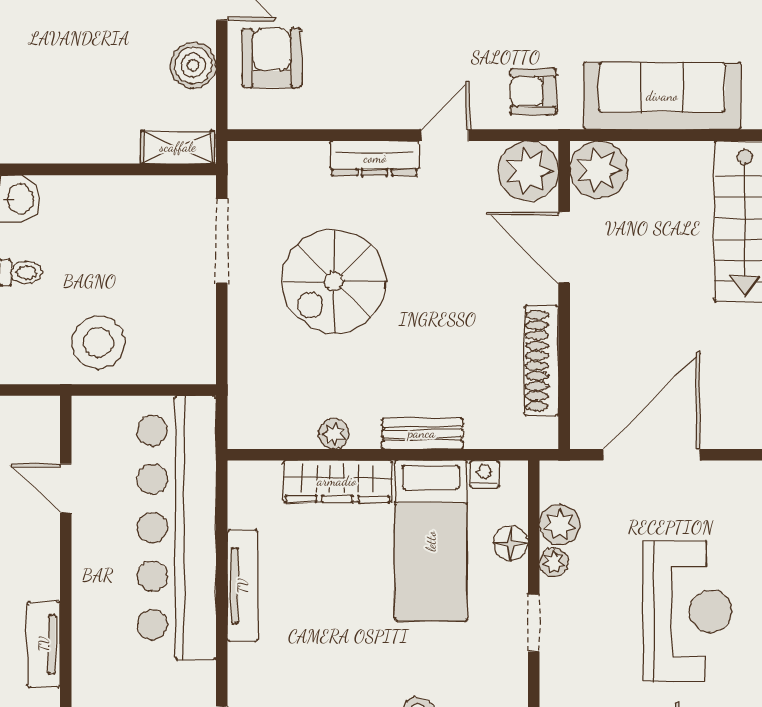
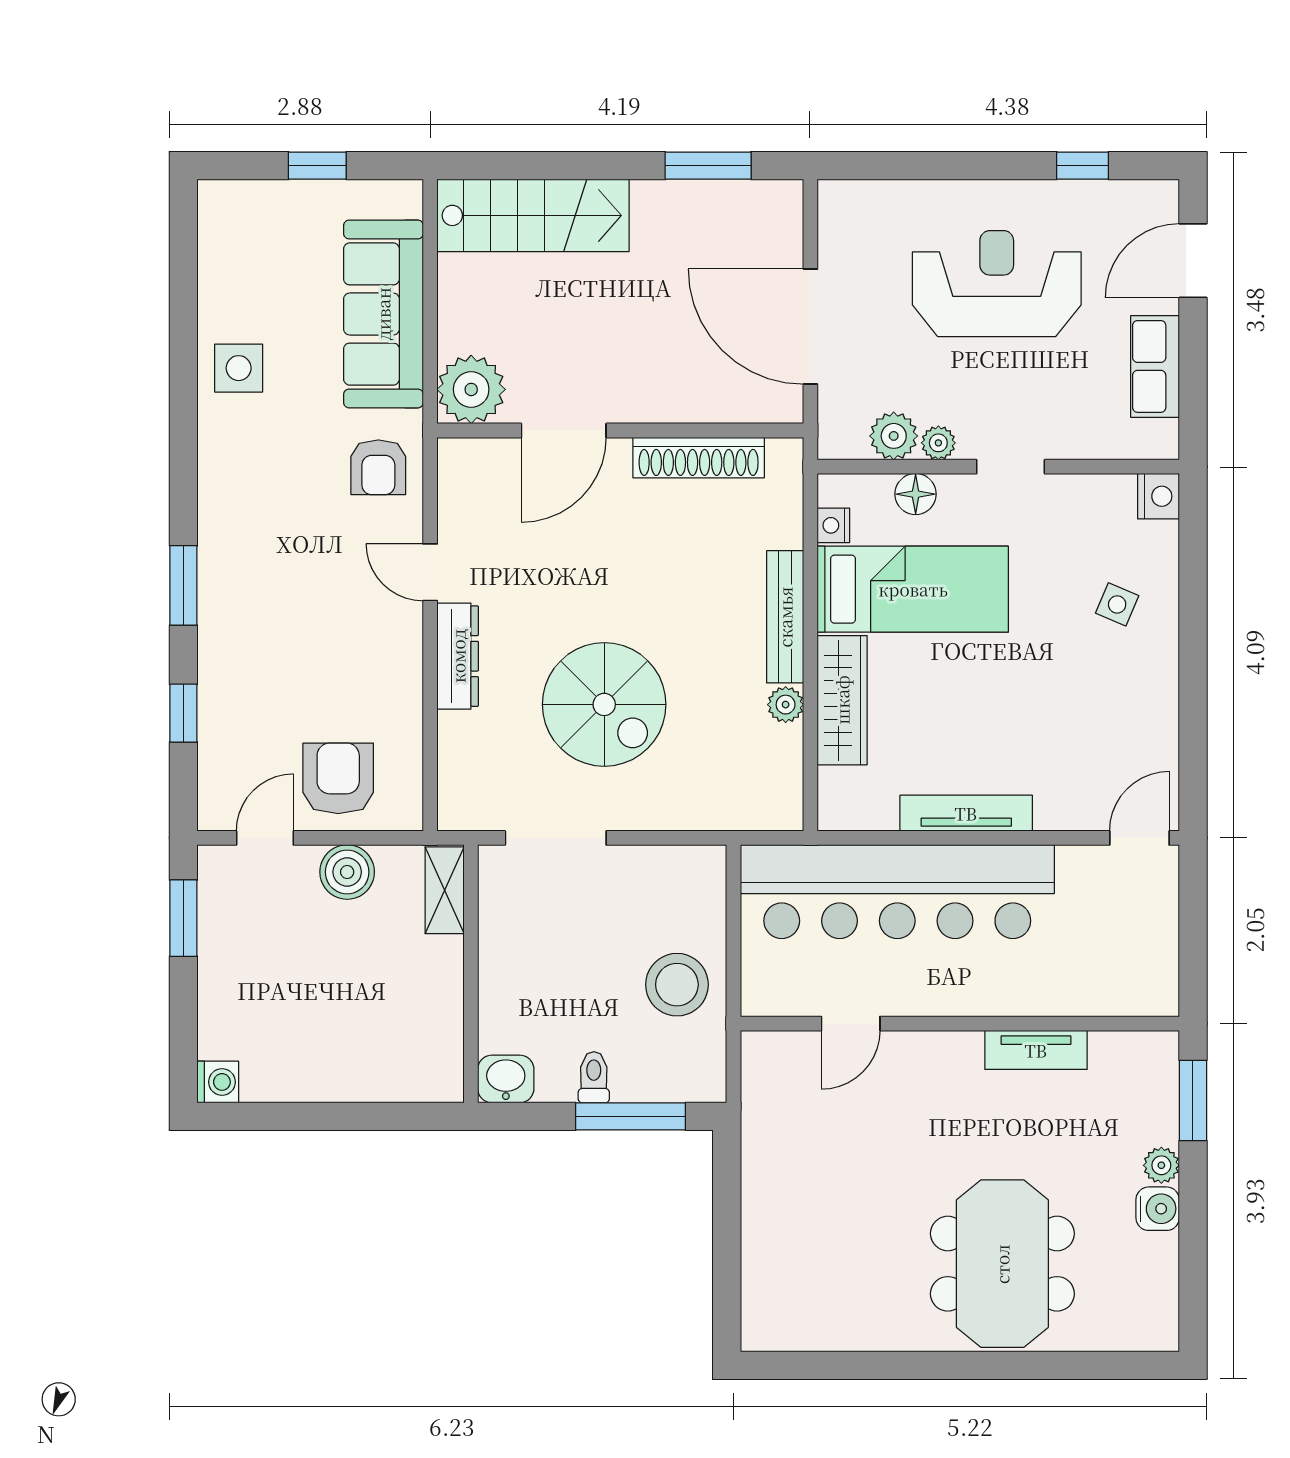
armchair: (272, 58) -> (338, 778), turned 90
plant: (528, 171) -> (473, 473), removed
bench: (422, 433) -> (785, 617), width x1.36

